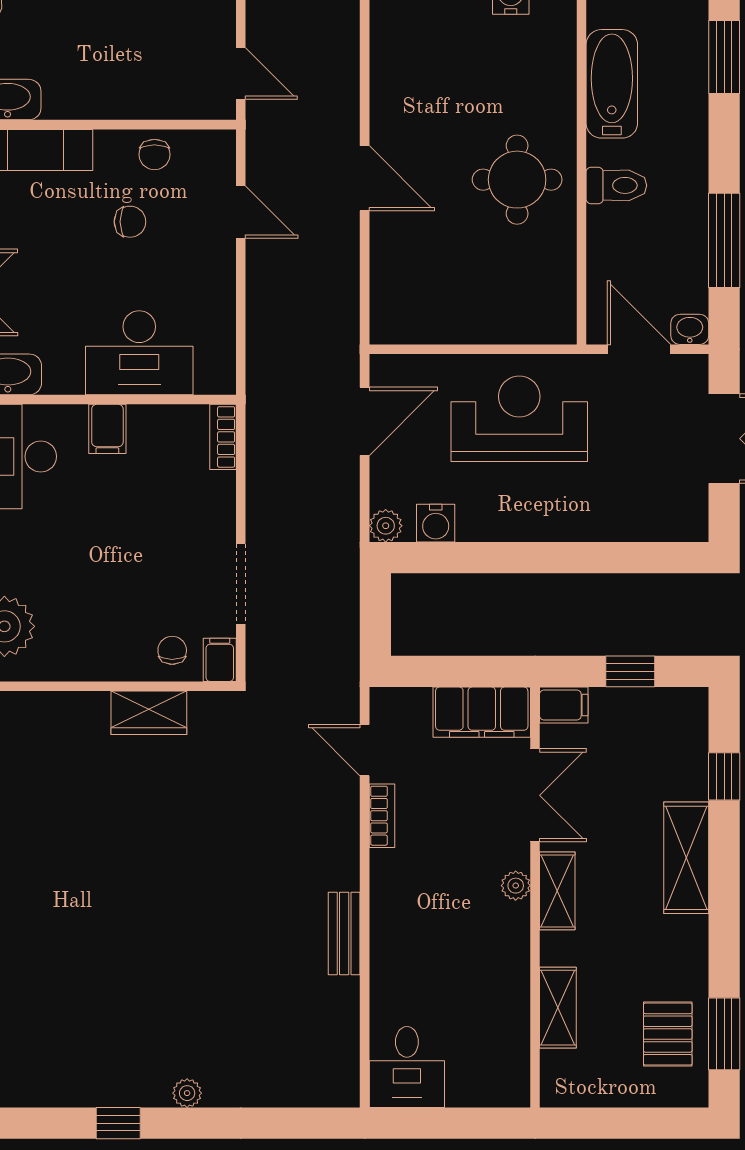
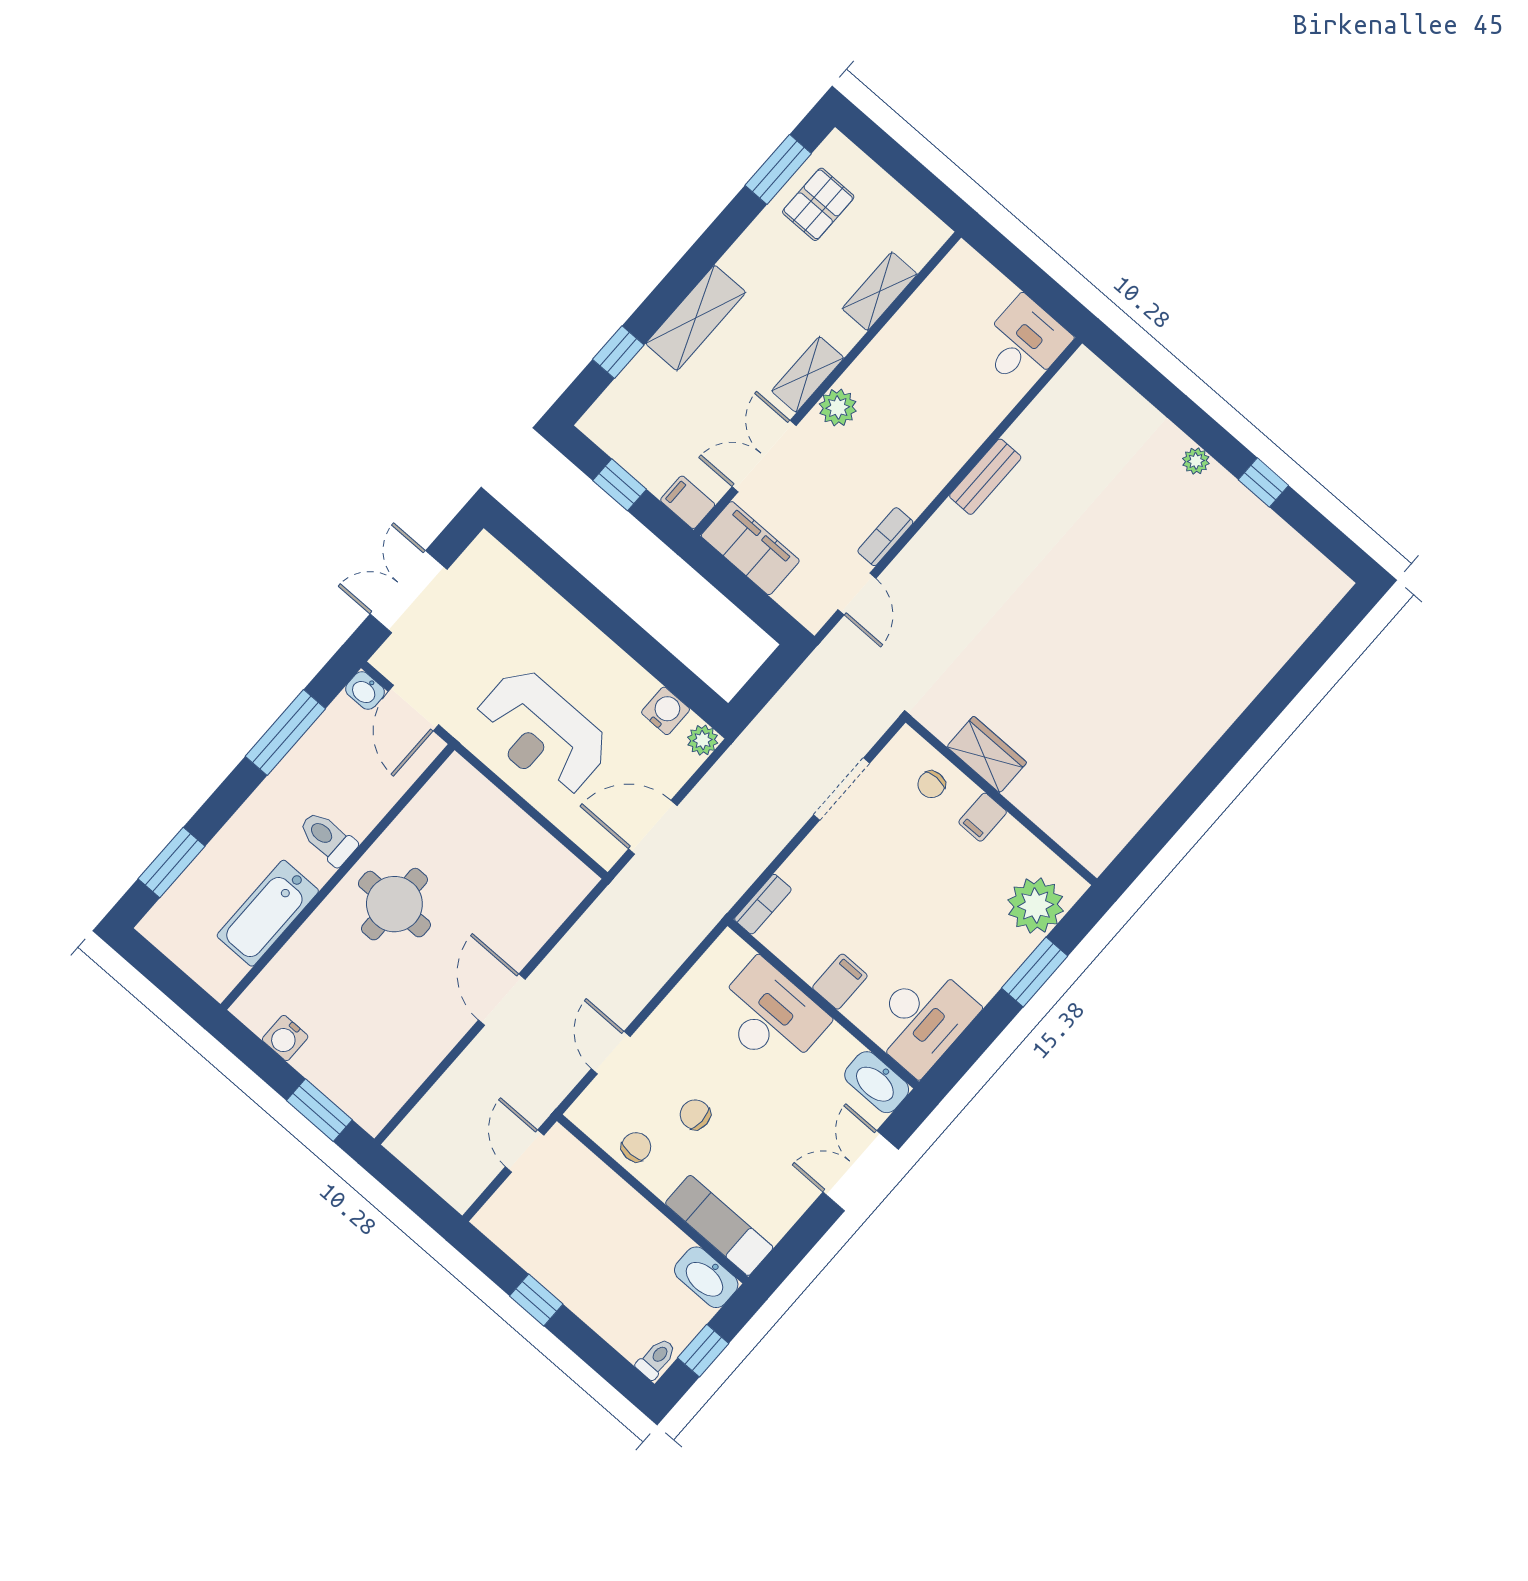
filing cabinet: (220, 660) -> (983, 817), moved
plant: (516, 886) -> (838, 407), width x1.38, depth x1.38

